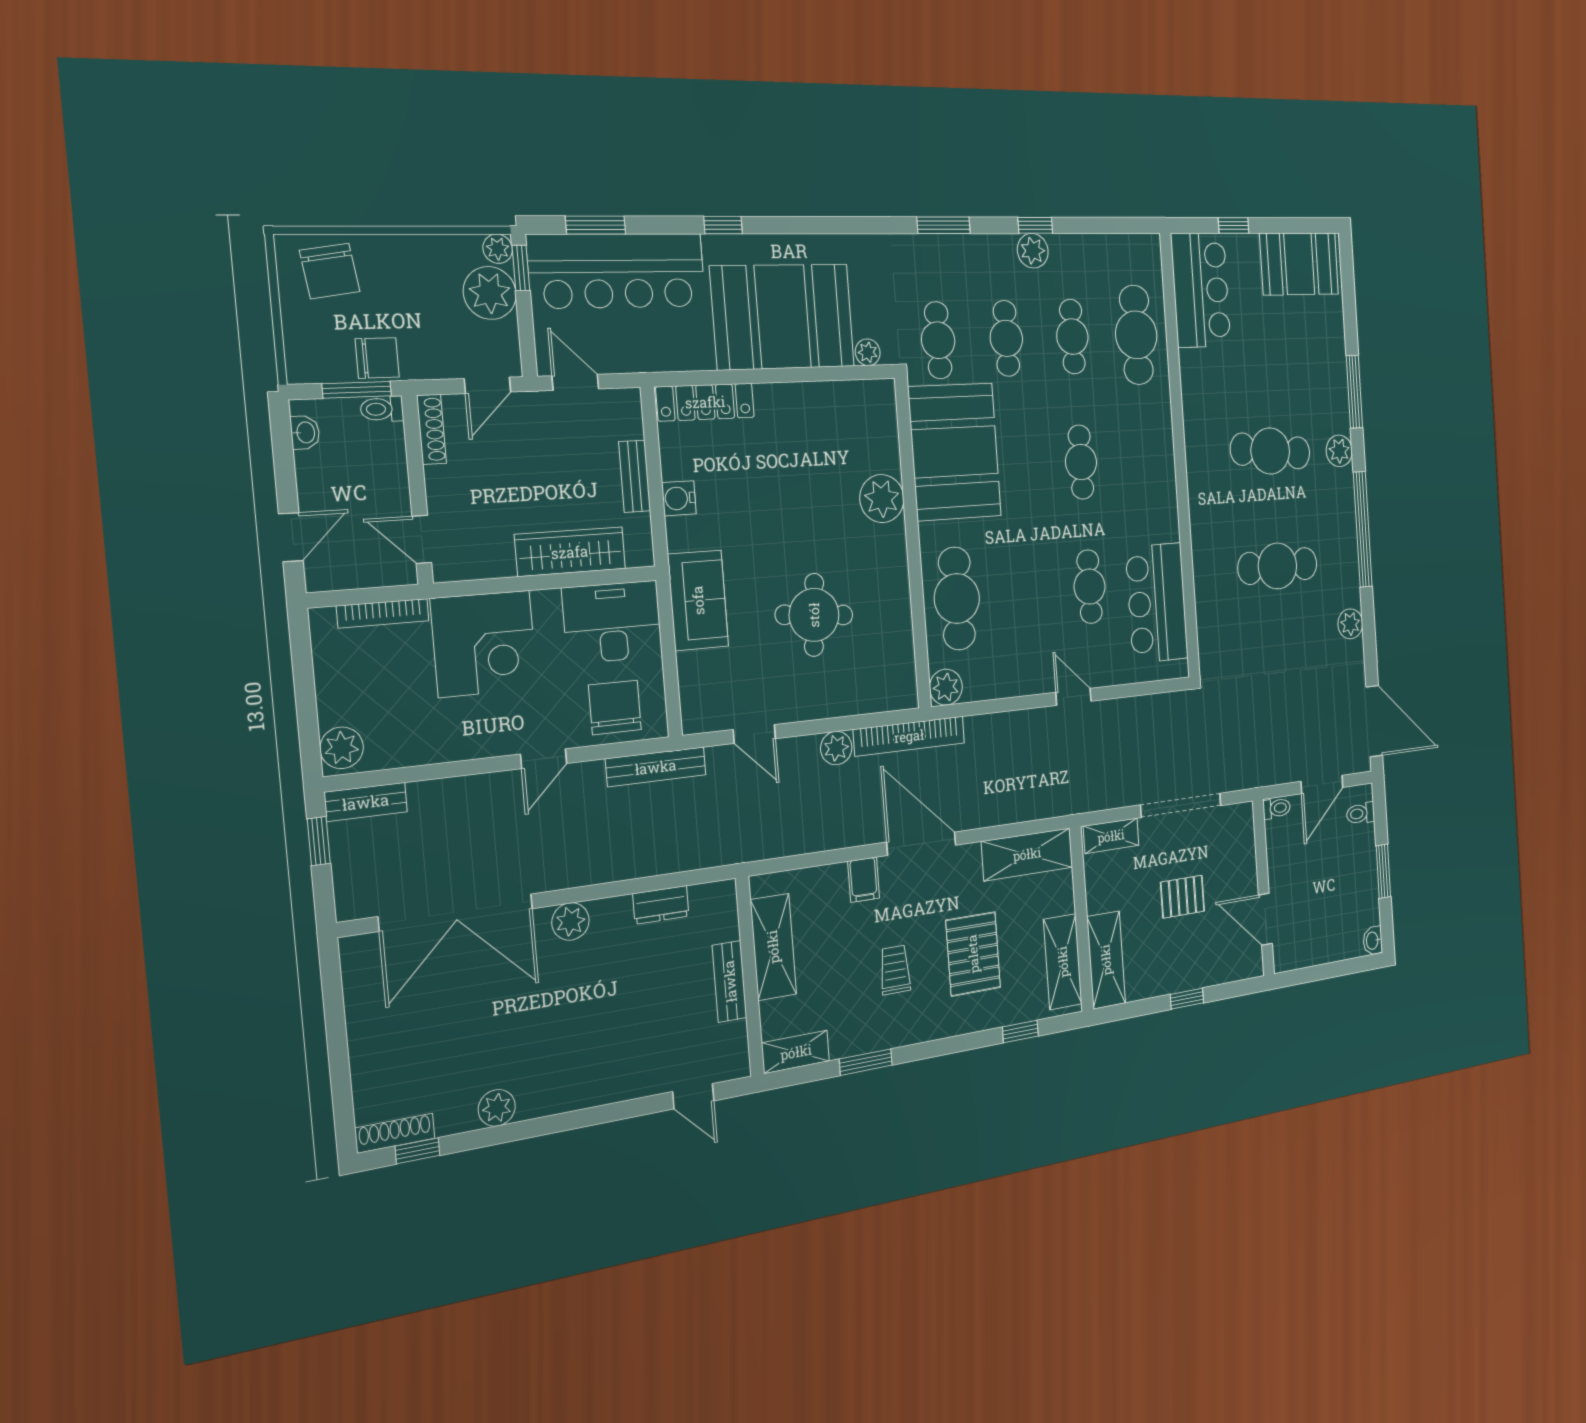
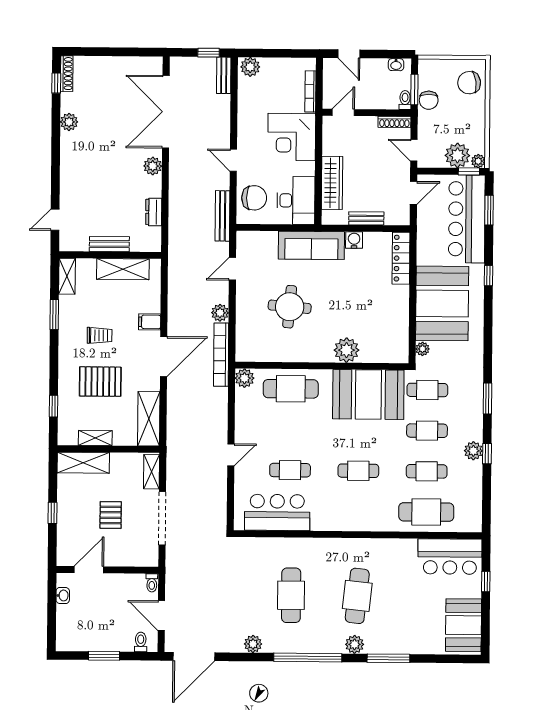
sofa: (698, 600) -> (311, 245), width x1.36
washbasin: (1373, 941) -> (63, 595), moved, turned 90
shelving: (1063, 962) -> (95, 438), width x0.67, depth x0.75

